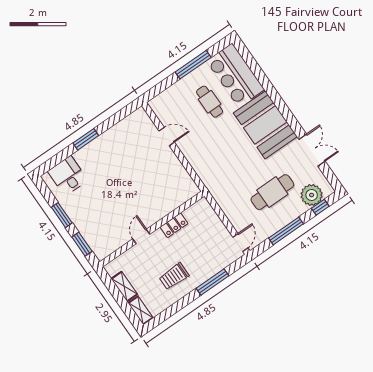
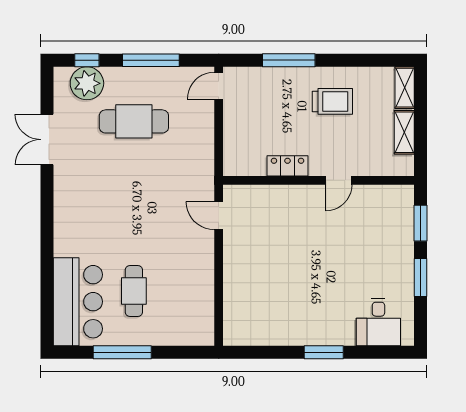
booth: (265, 125) -> (84, 213), removed
door: (167, 136) -> (219, 216), moved

